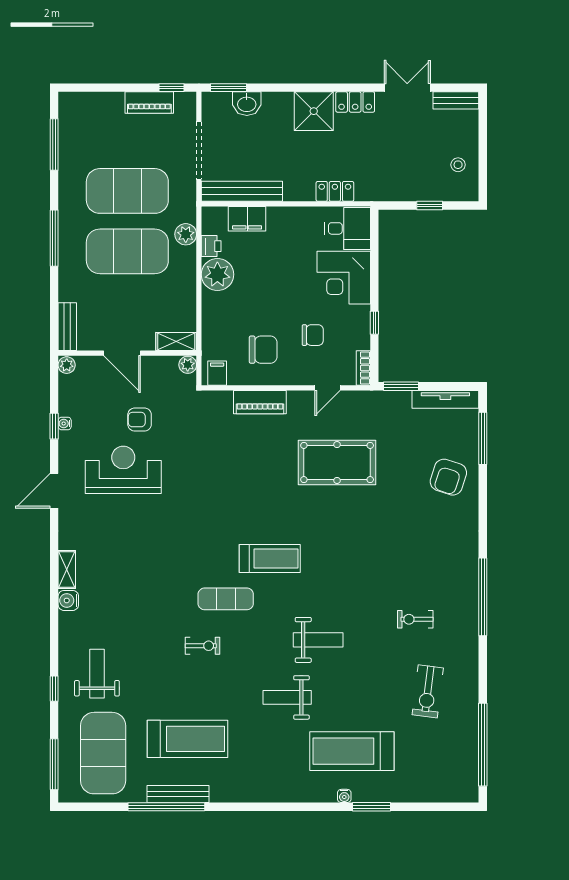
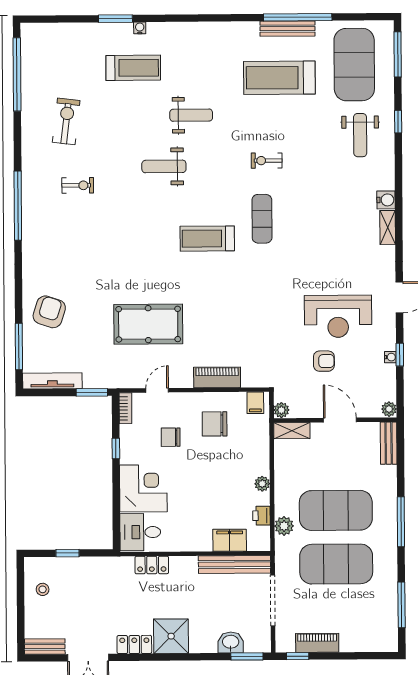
plant: (217, 274) -> (262, 484), width x0.53, depth x0.53
exercise mat: (226, 599) -> (262, 219), moved, turned 90
treadmill: (352, 751) -> (133, 68), width x0.73, depth x0.73

